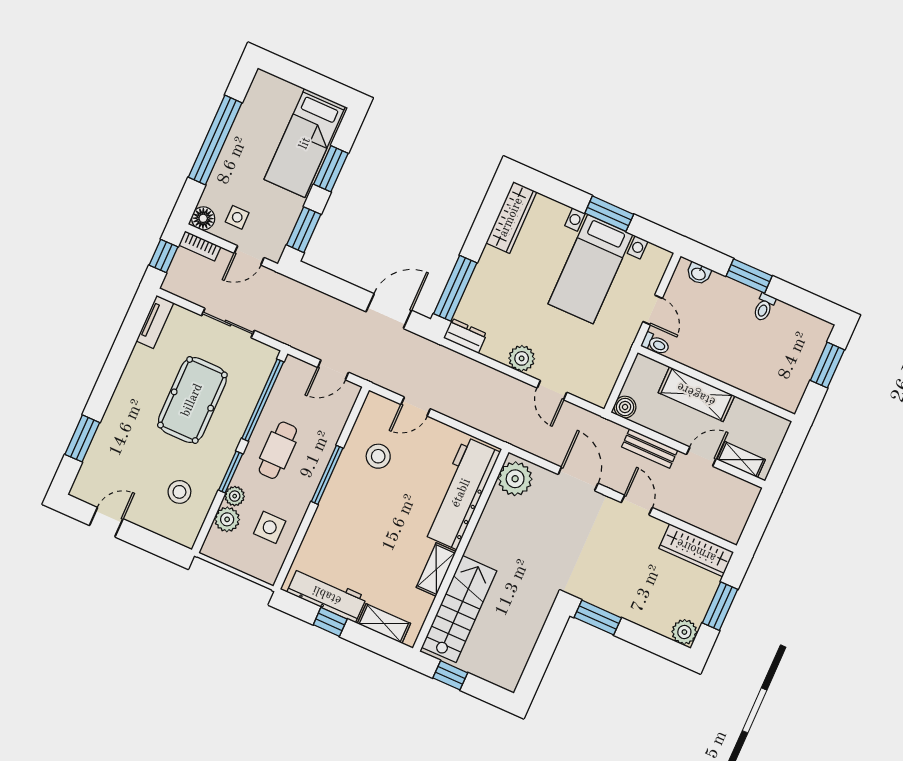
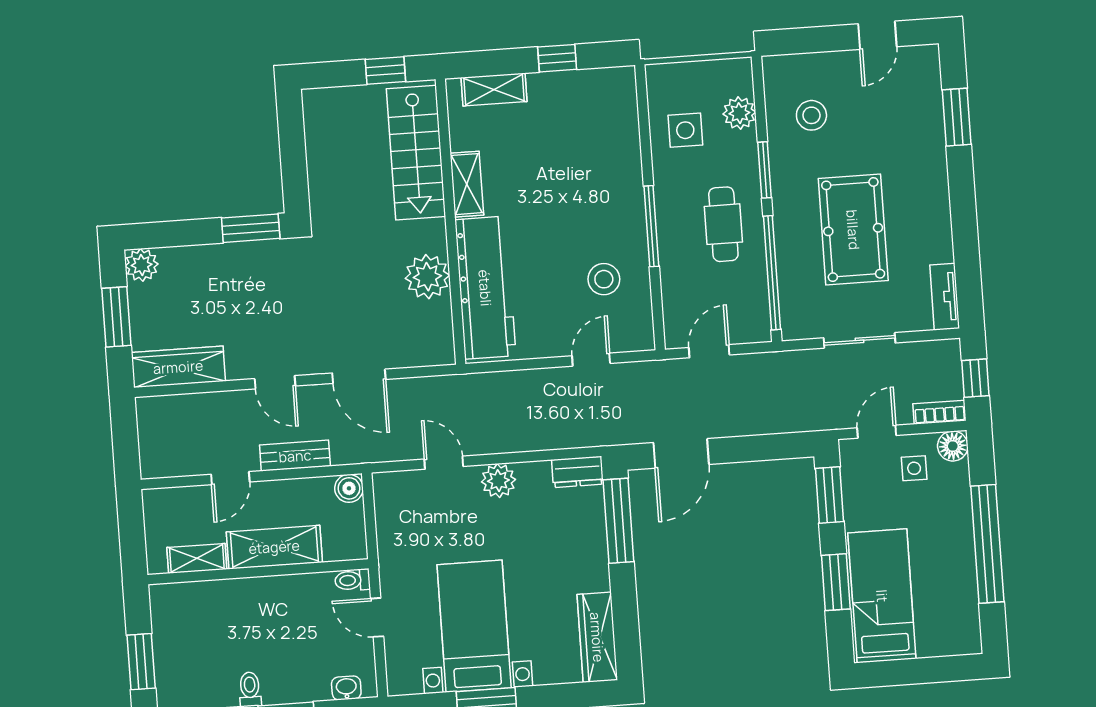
shelving: (741, 460) -> (197, 558), moved
plant: (515, 479) -> (427, 277), moved
plant: (235, 496) -> (745, 145), removed
workbench: (327, 595) -> (578, 88), removed

